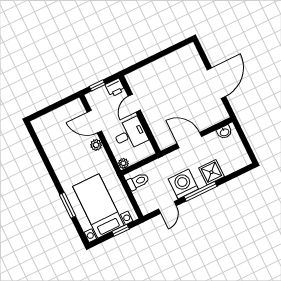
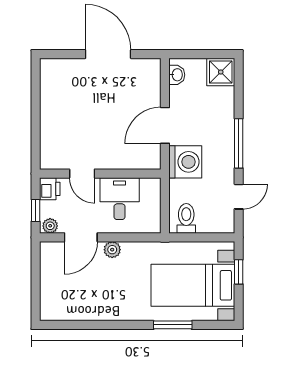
plant: (123, 163) -> (50, 226), moved
shower: (211, 172) -> (221, 72), moved
washing machine: (183, 184) -> (185, 162), moved, turned 180
door: (167, 207) -> (239, 197), hinge flipped

